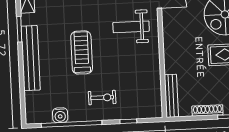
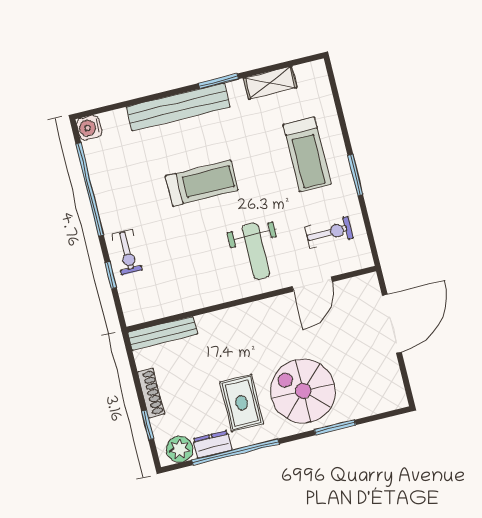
weight bench: (131, 27) -> (256, 251), turned 180
exercise bike: (102, 98) -> (127, 252), moved
water cooler: (60, 115) -> (89, 128), moved

